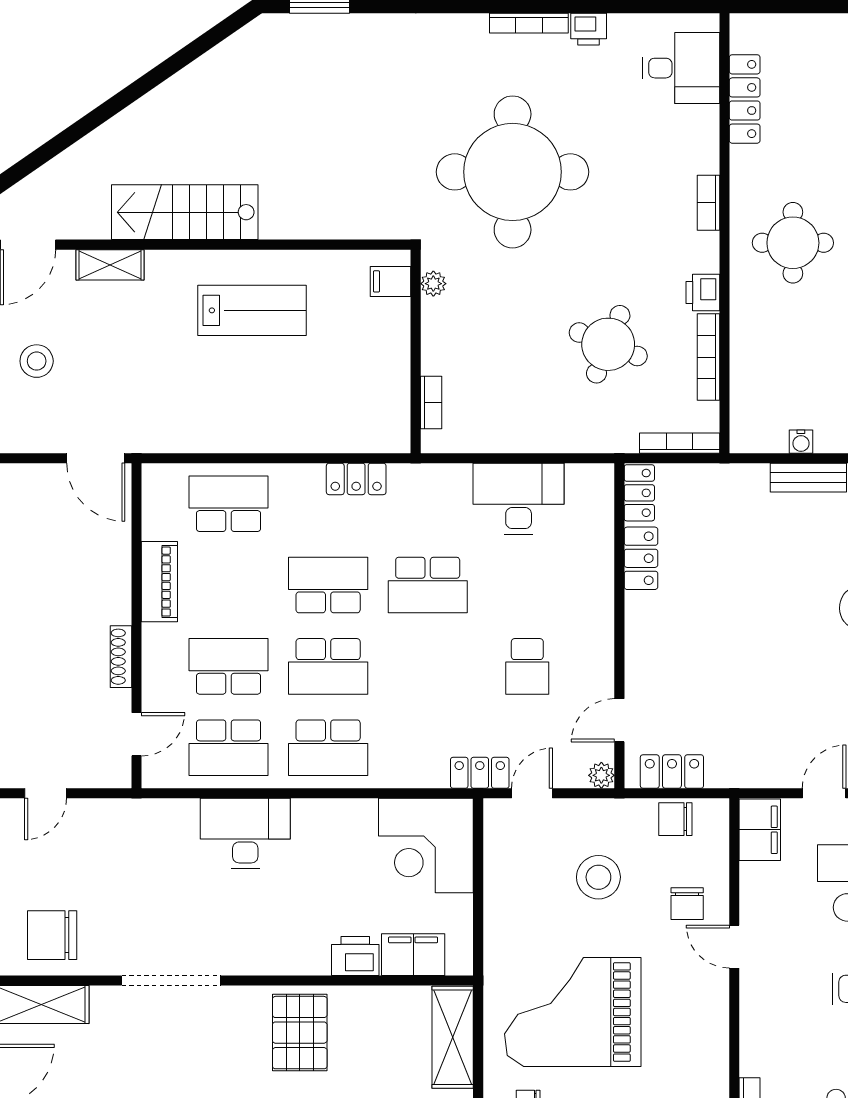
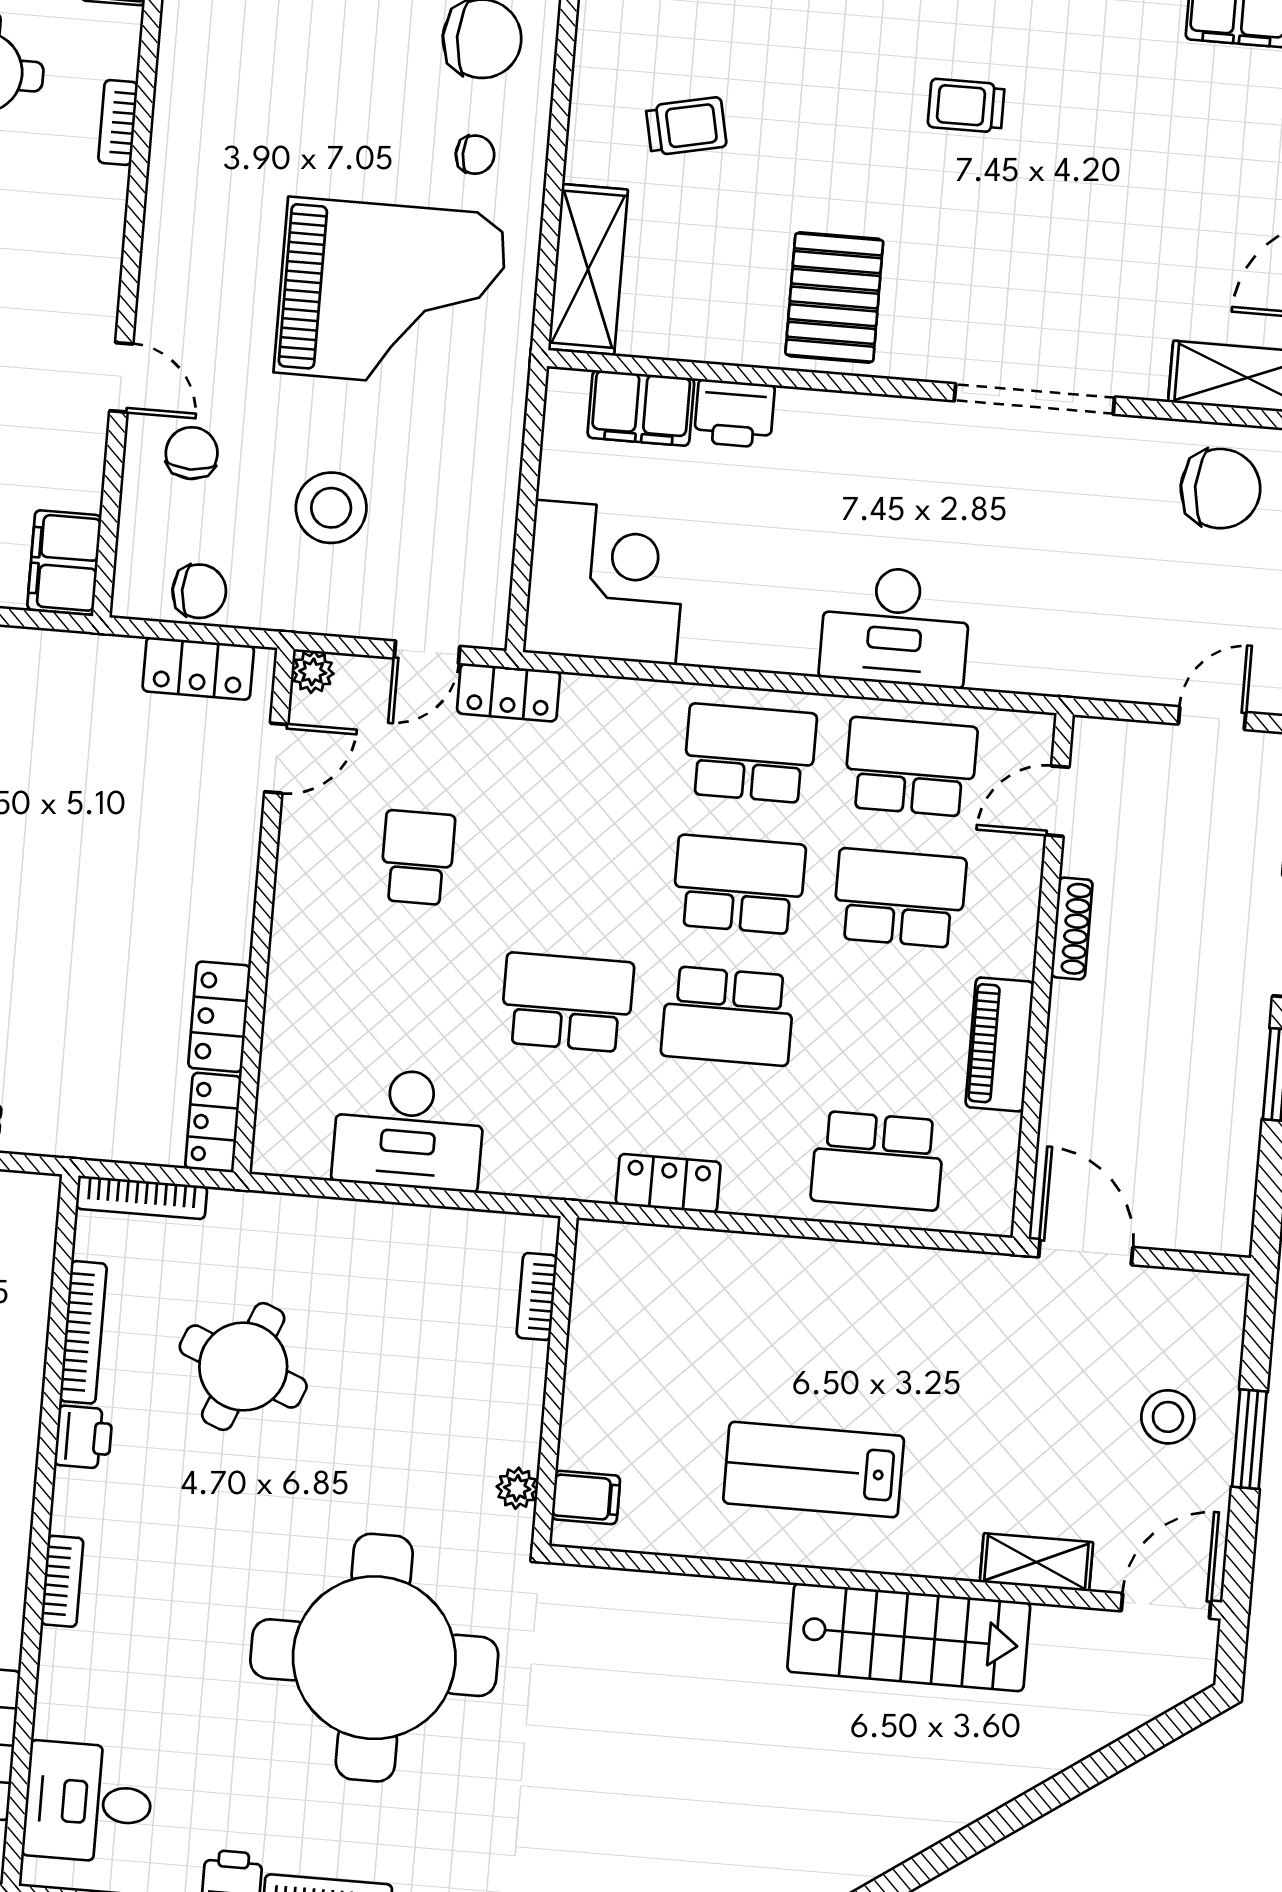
school desk: (229, 666) -> (900, 898), turned 180

